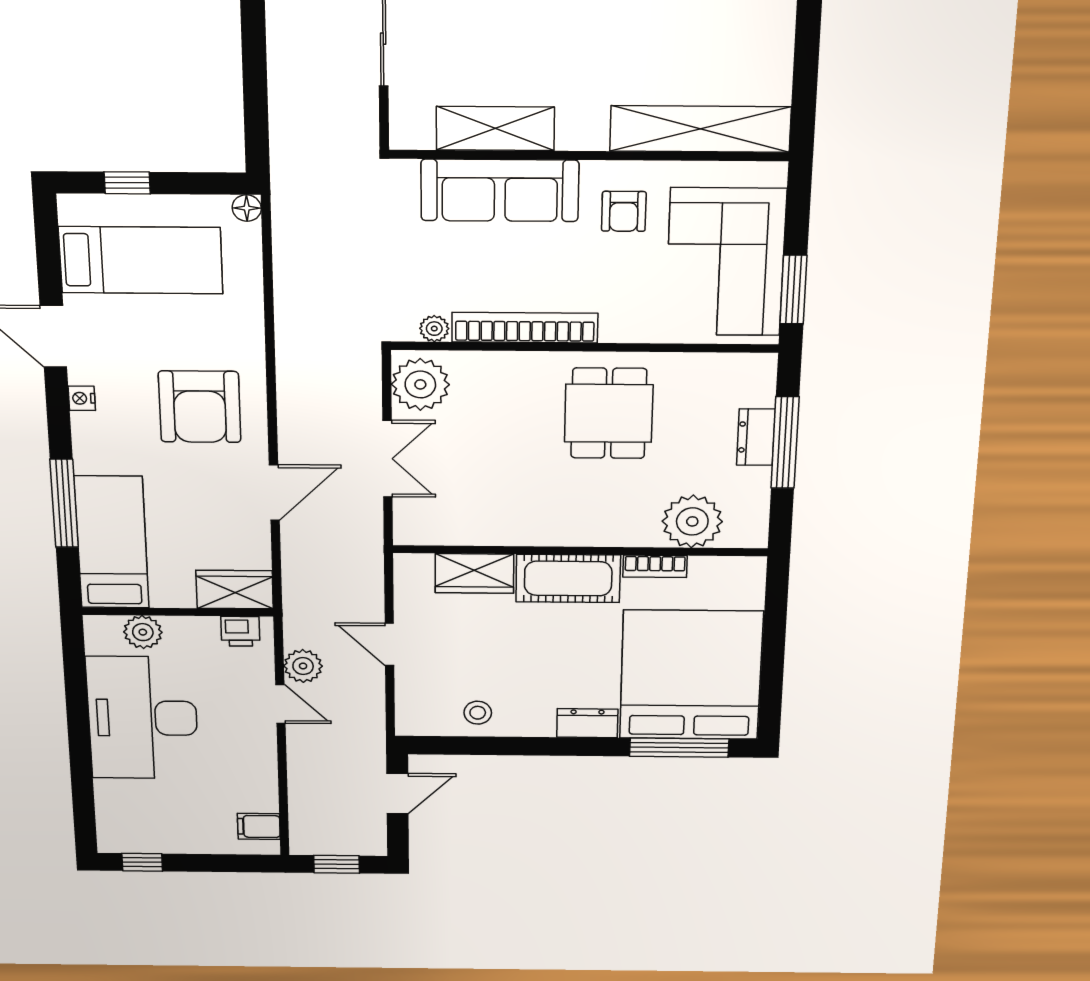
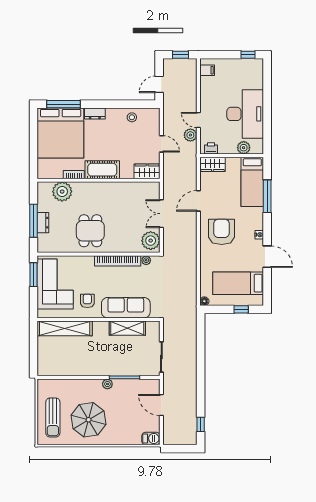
wardrobe: (474, 573) -> (147, 171), moved

